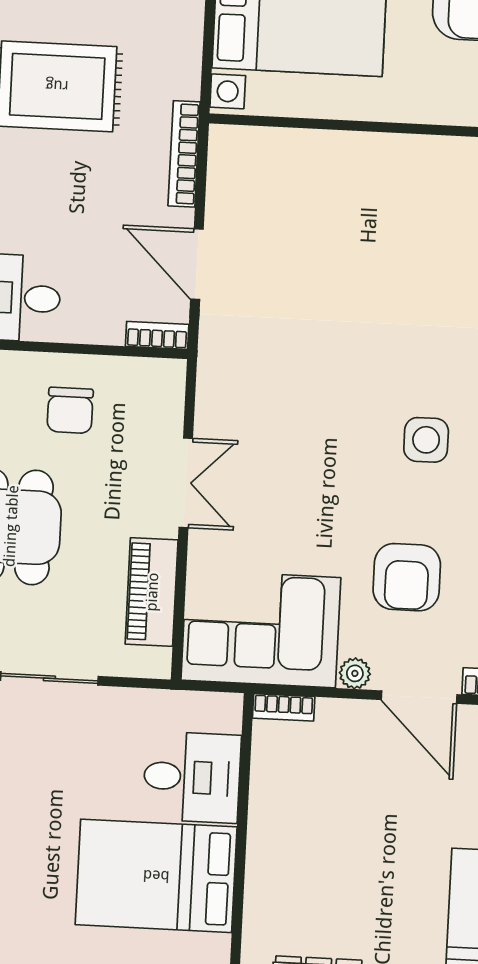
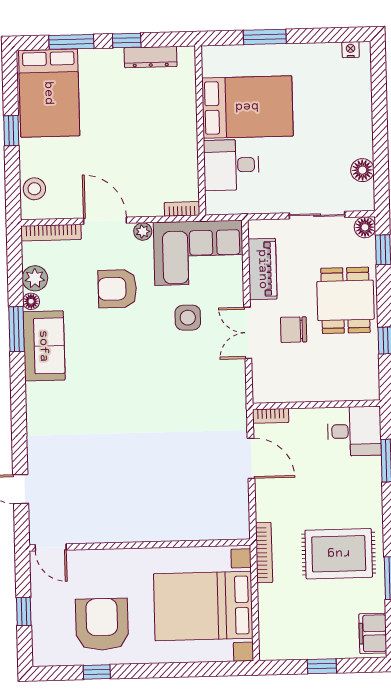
bookcase: (184, 154) -> (264, 553), moved
chair: (70, 410) -> (294, 330), moved, turned -90
side table: (426, 440) -> (188, 318), moved
armchair: (407, 577) -> (117, 289), turned -90

